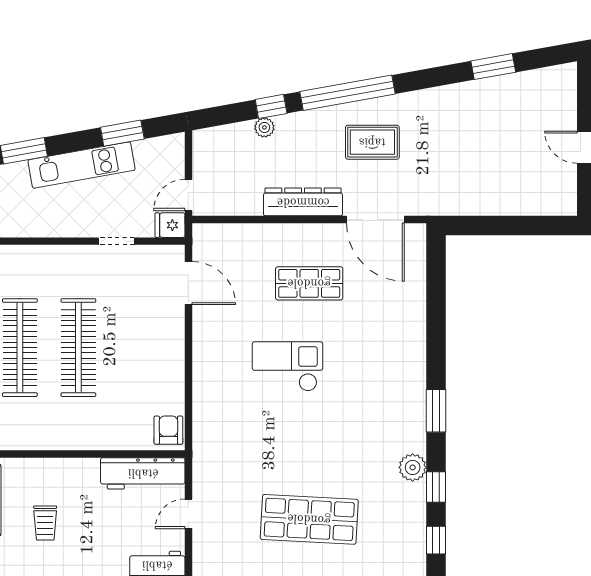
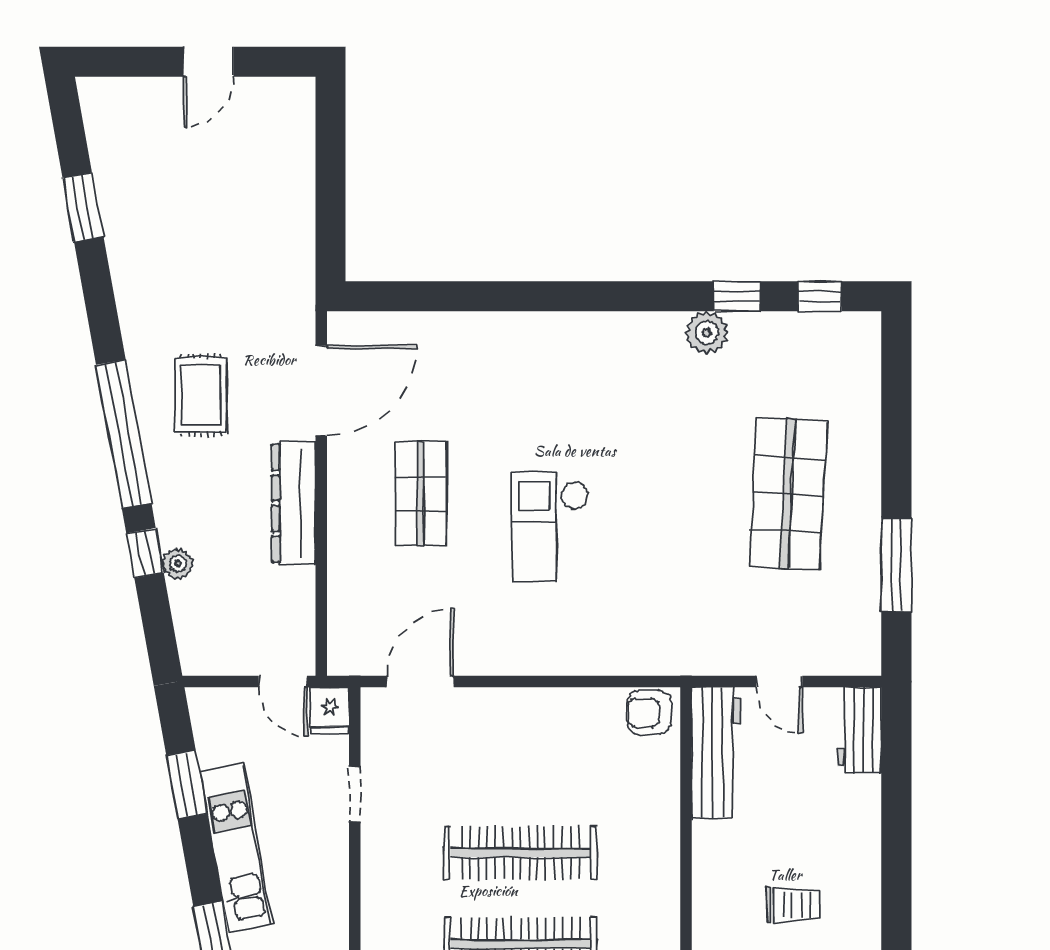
window: (436, 411) -> (619, 296), removed

